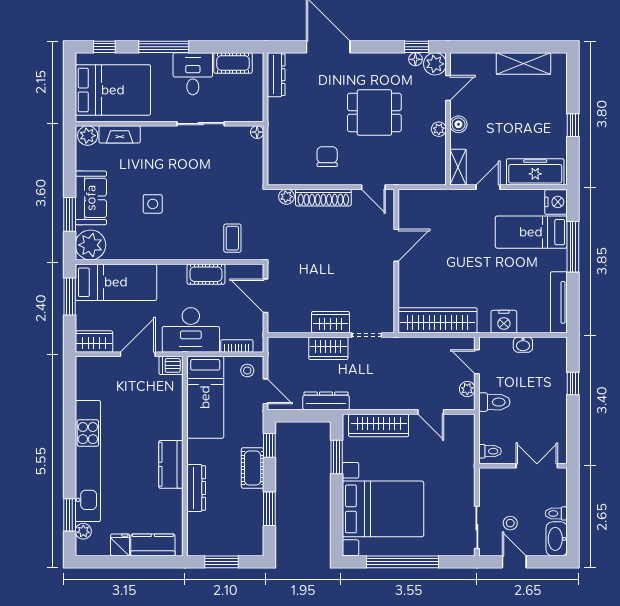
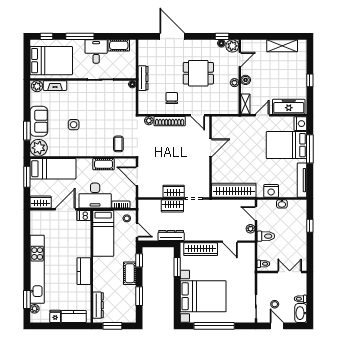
dresser: (276, 75) -> (143, 78), moved
bed: (531, 232) -> (287, 145), width x1.50
dresser: (196, 488) -> (98, 305), moved

